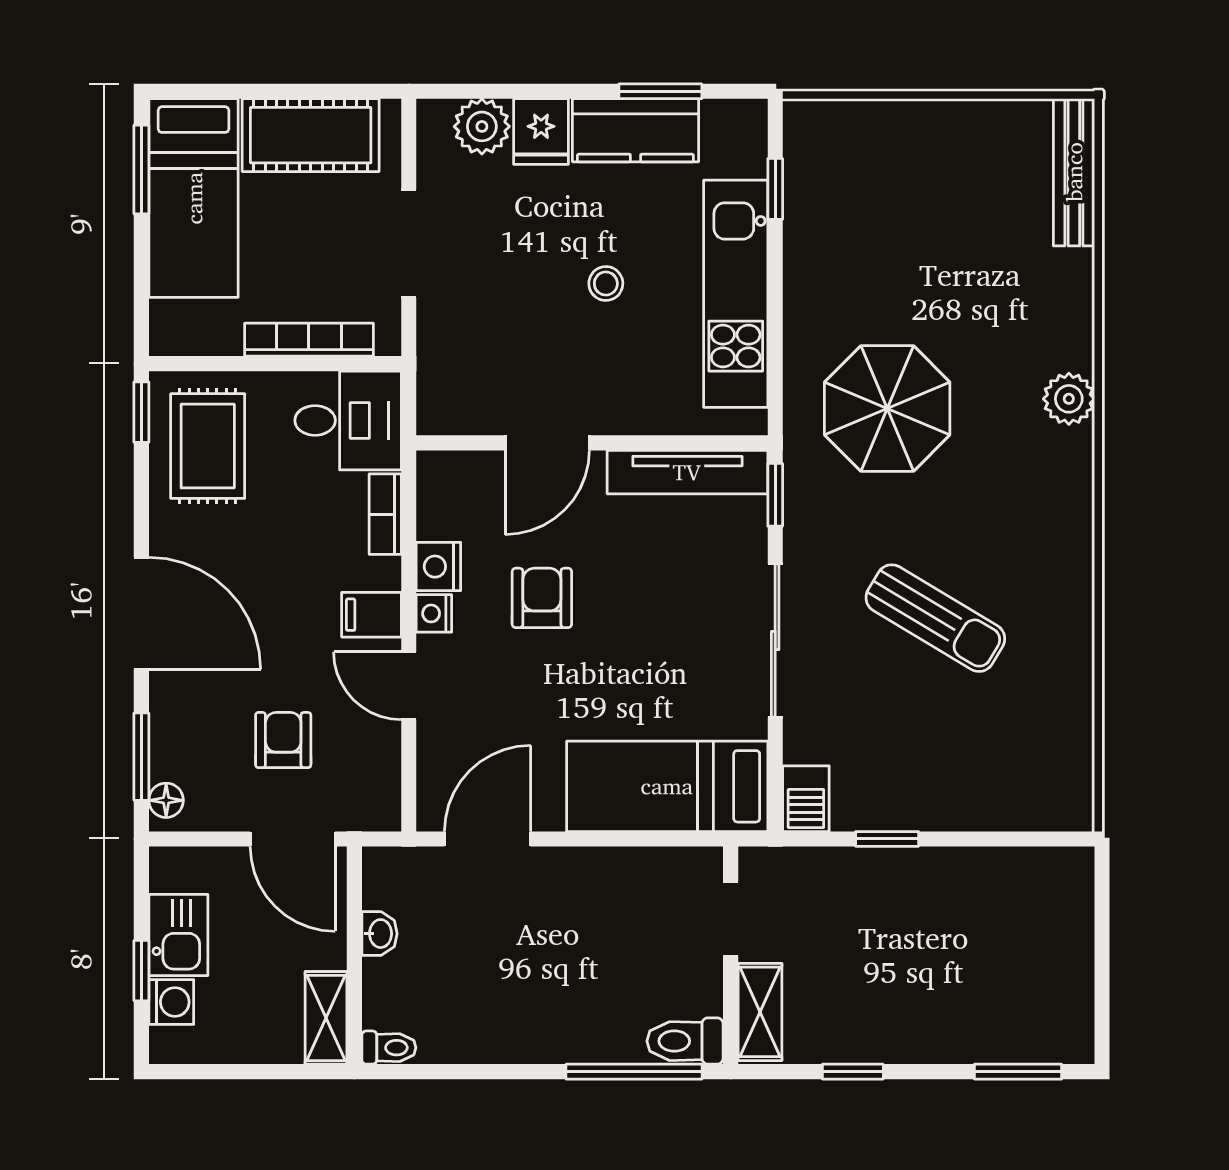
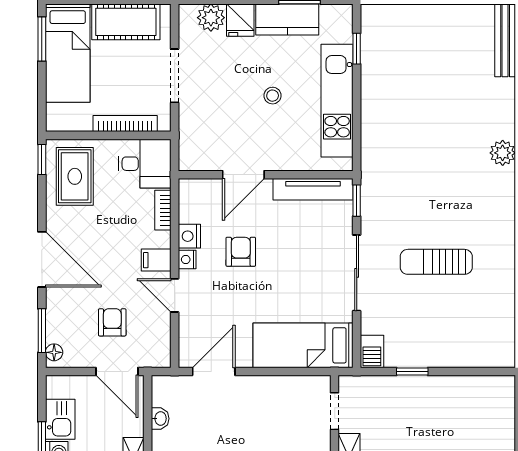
parasol: (887, 408) -> (412, 158), removed
sun lounger: (935, 618) -> (436, 262), turned 149

